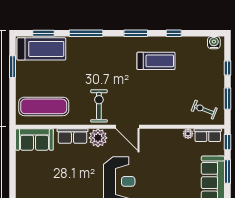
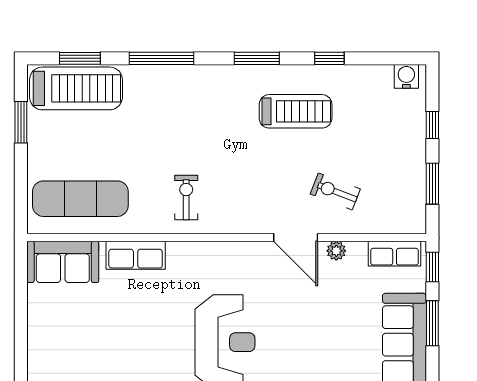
exercise bike: (99, 106) -> (186, 198), width x0.73, depth x0.72
exercise bike: (204, 110) -> (335, 191), moved
door: (127, 127) -> (296, 238), moved
plant: (188, 134) -> (336, 251), moved
plant: (98, 138) -> (184, 259), removed

